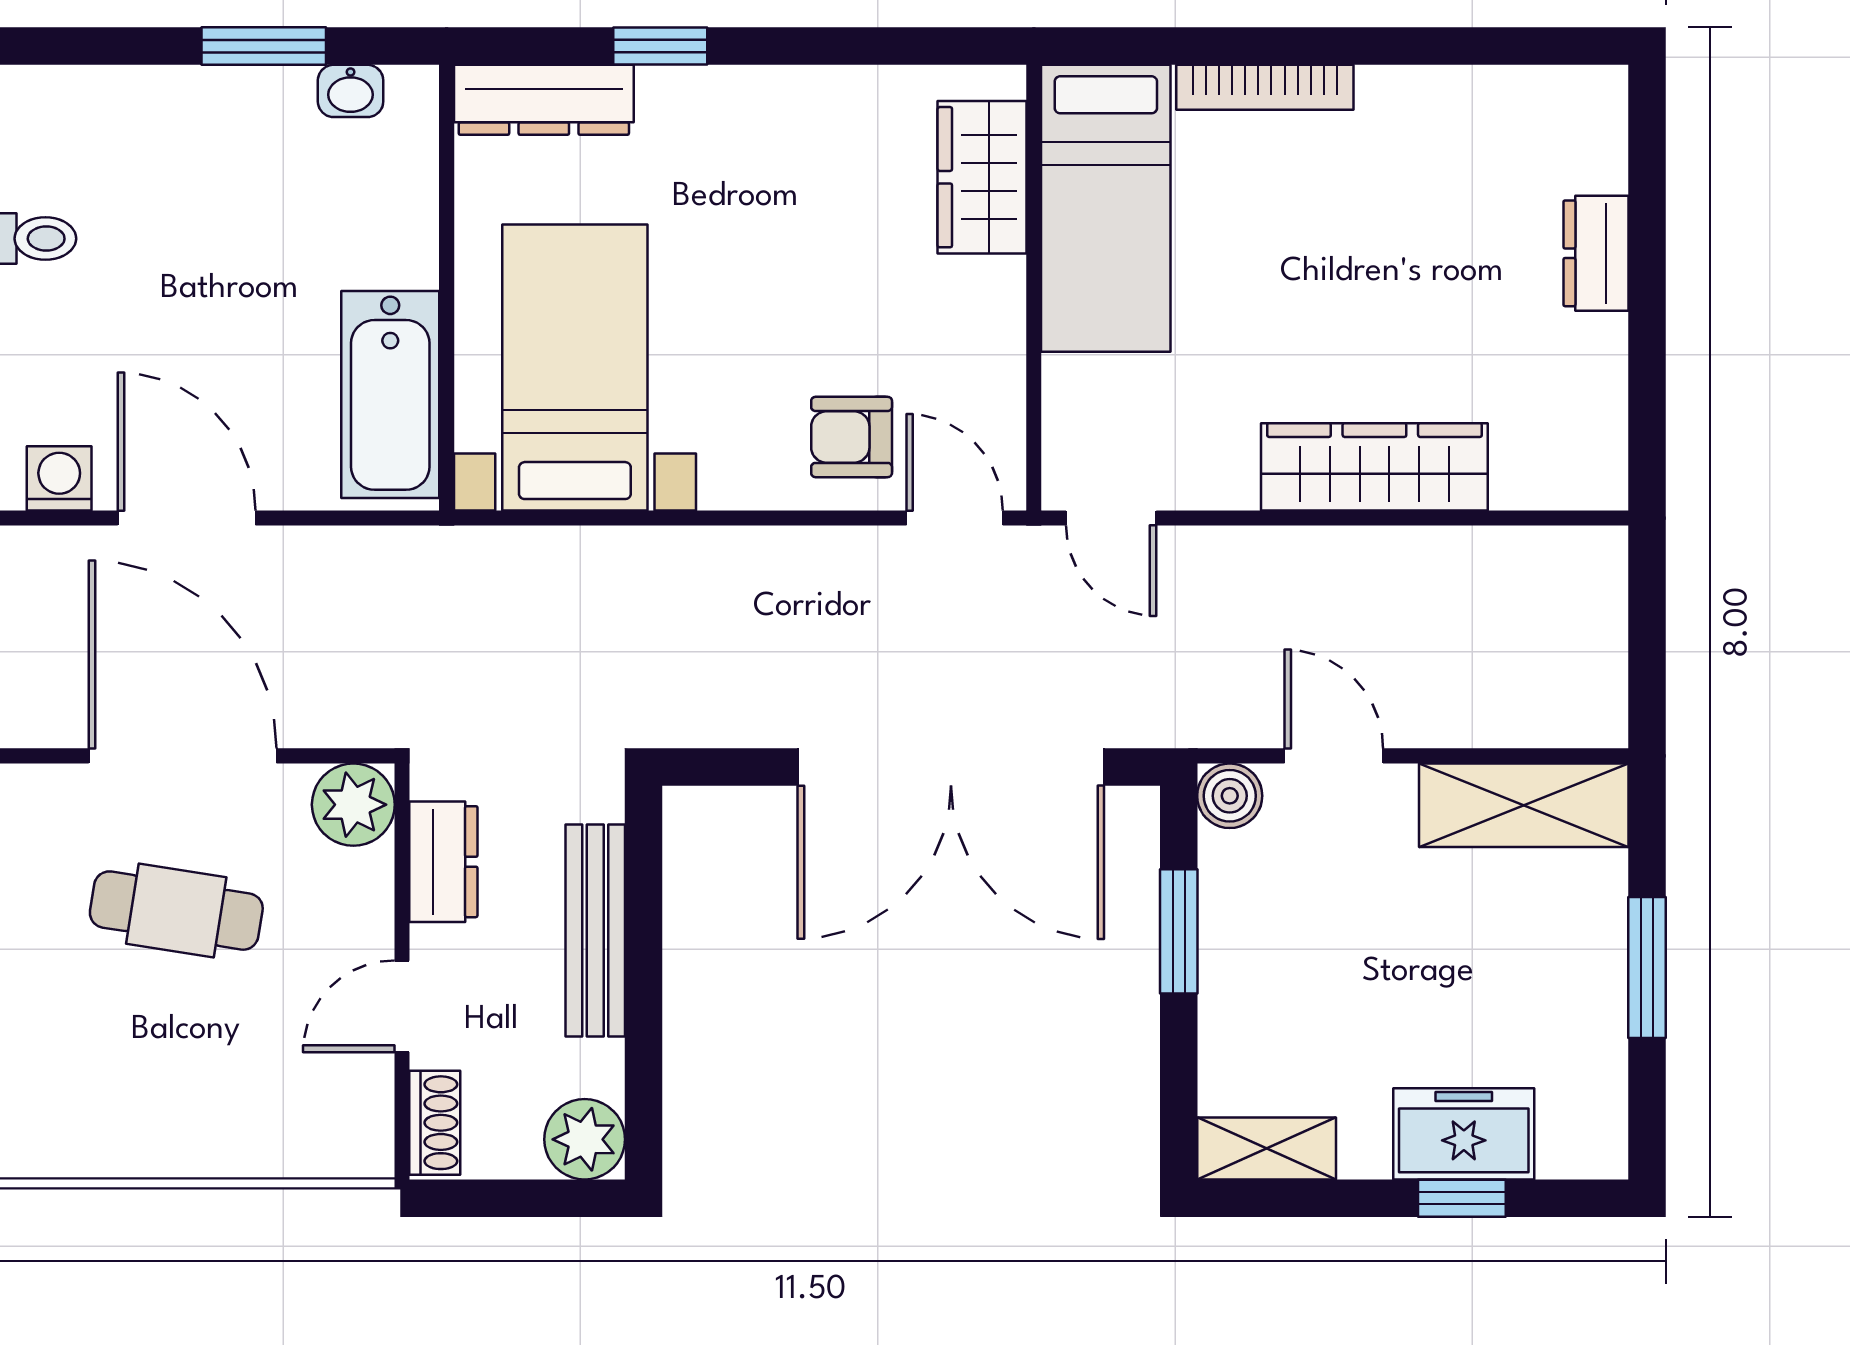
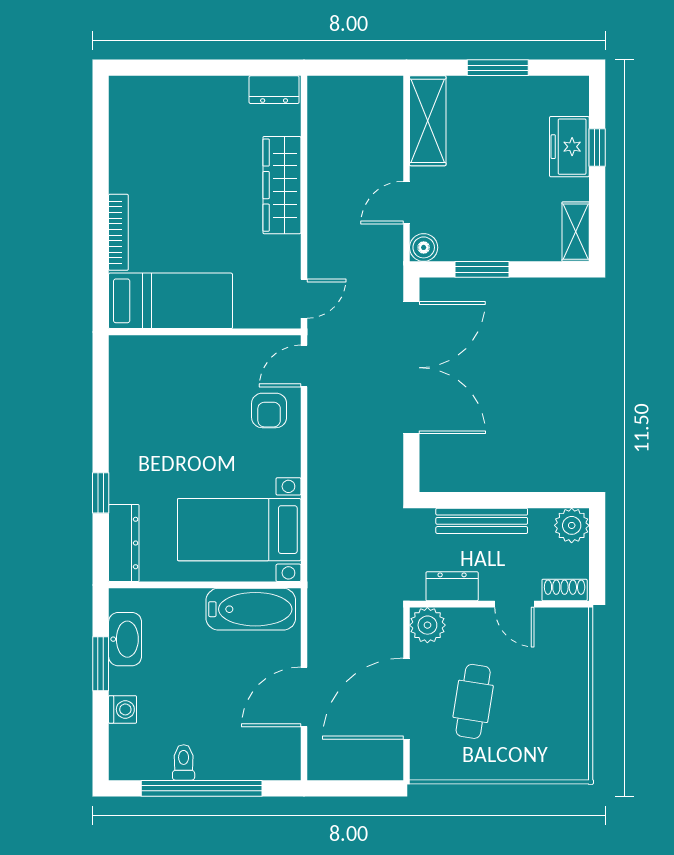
washbasin: (351, 91) -> (125, 639), width x1.91, depth x1.45
wardrobe: (982, 177) -> (157, 354), removed
dresser: (1596, 253) -> (274, 90), moved
washing machine: (59, 478) -> (123, 709), moved, turned 180

